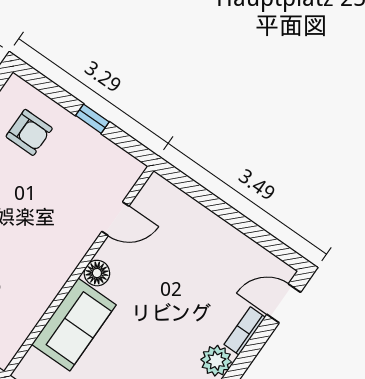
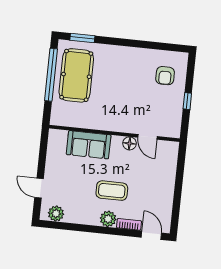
floor lamp: (97, 273) -> (130, 143), moved
coffee table: (172, 328) -> (112, 191), added

